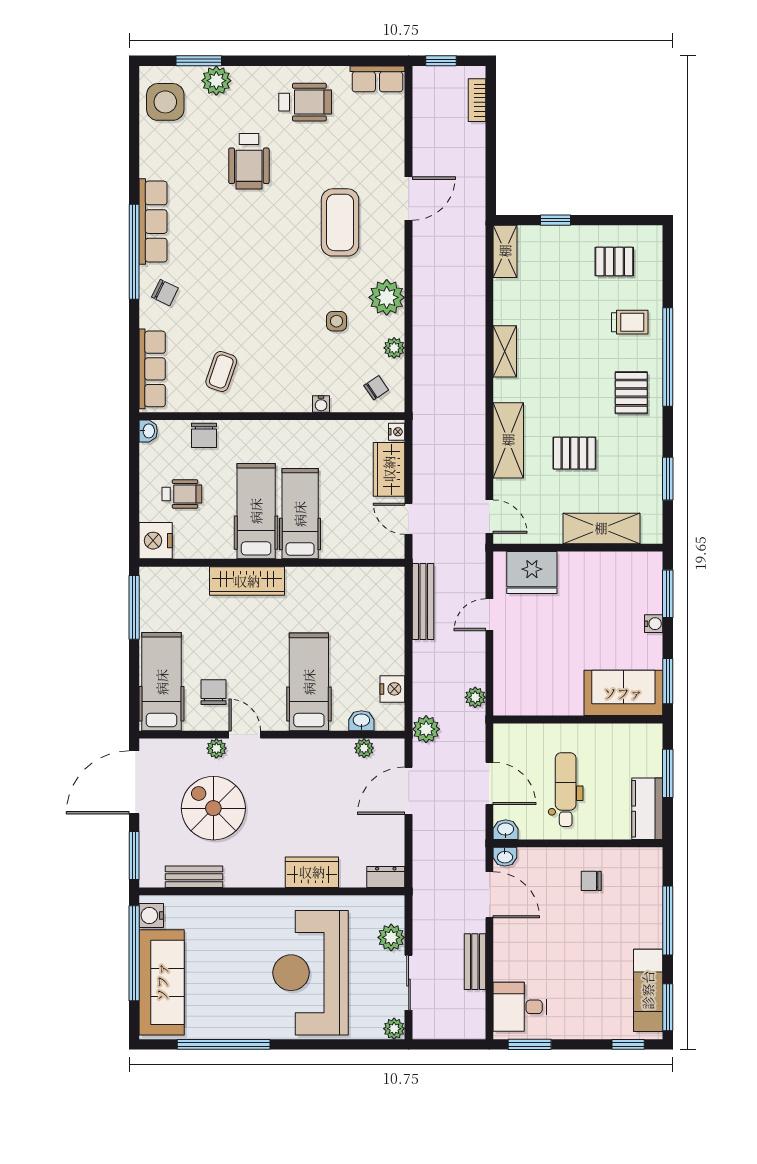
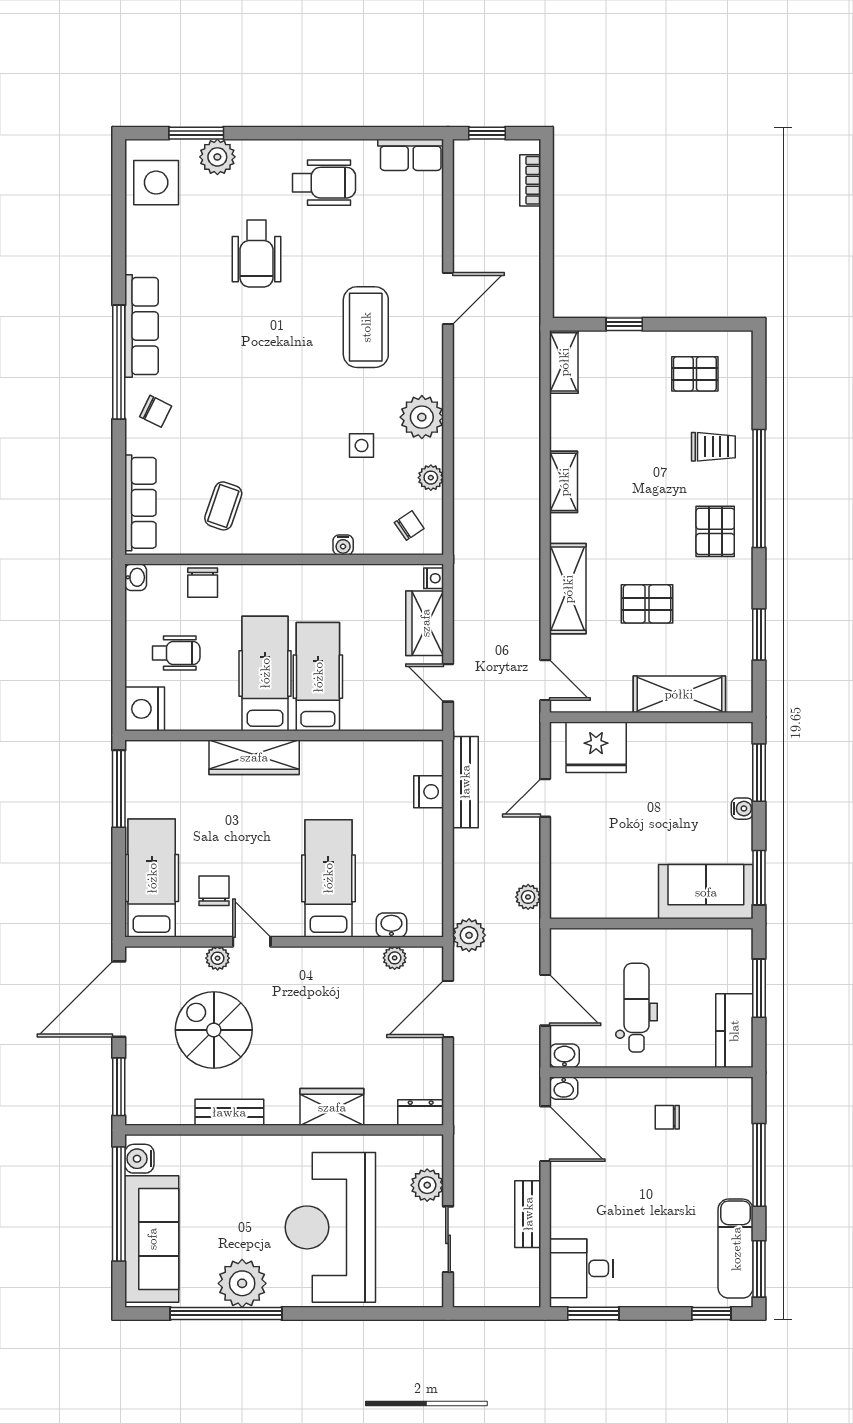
nightstand: (392, 689) -> (429, 792), moved
bench: (194, 877) -> (229, 1112), moved
plant: (394, 1029) -> (242, 1283), moved, width x1.87, depth x1.87

